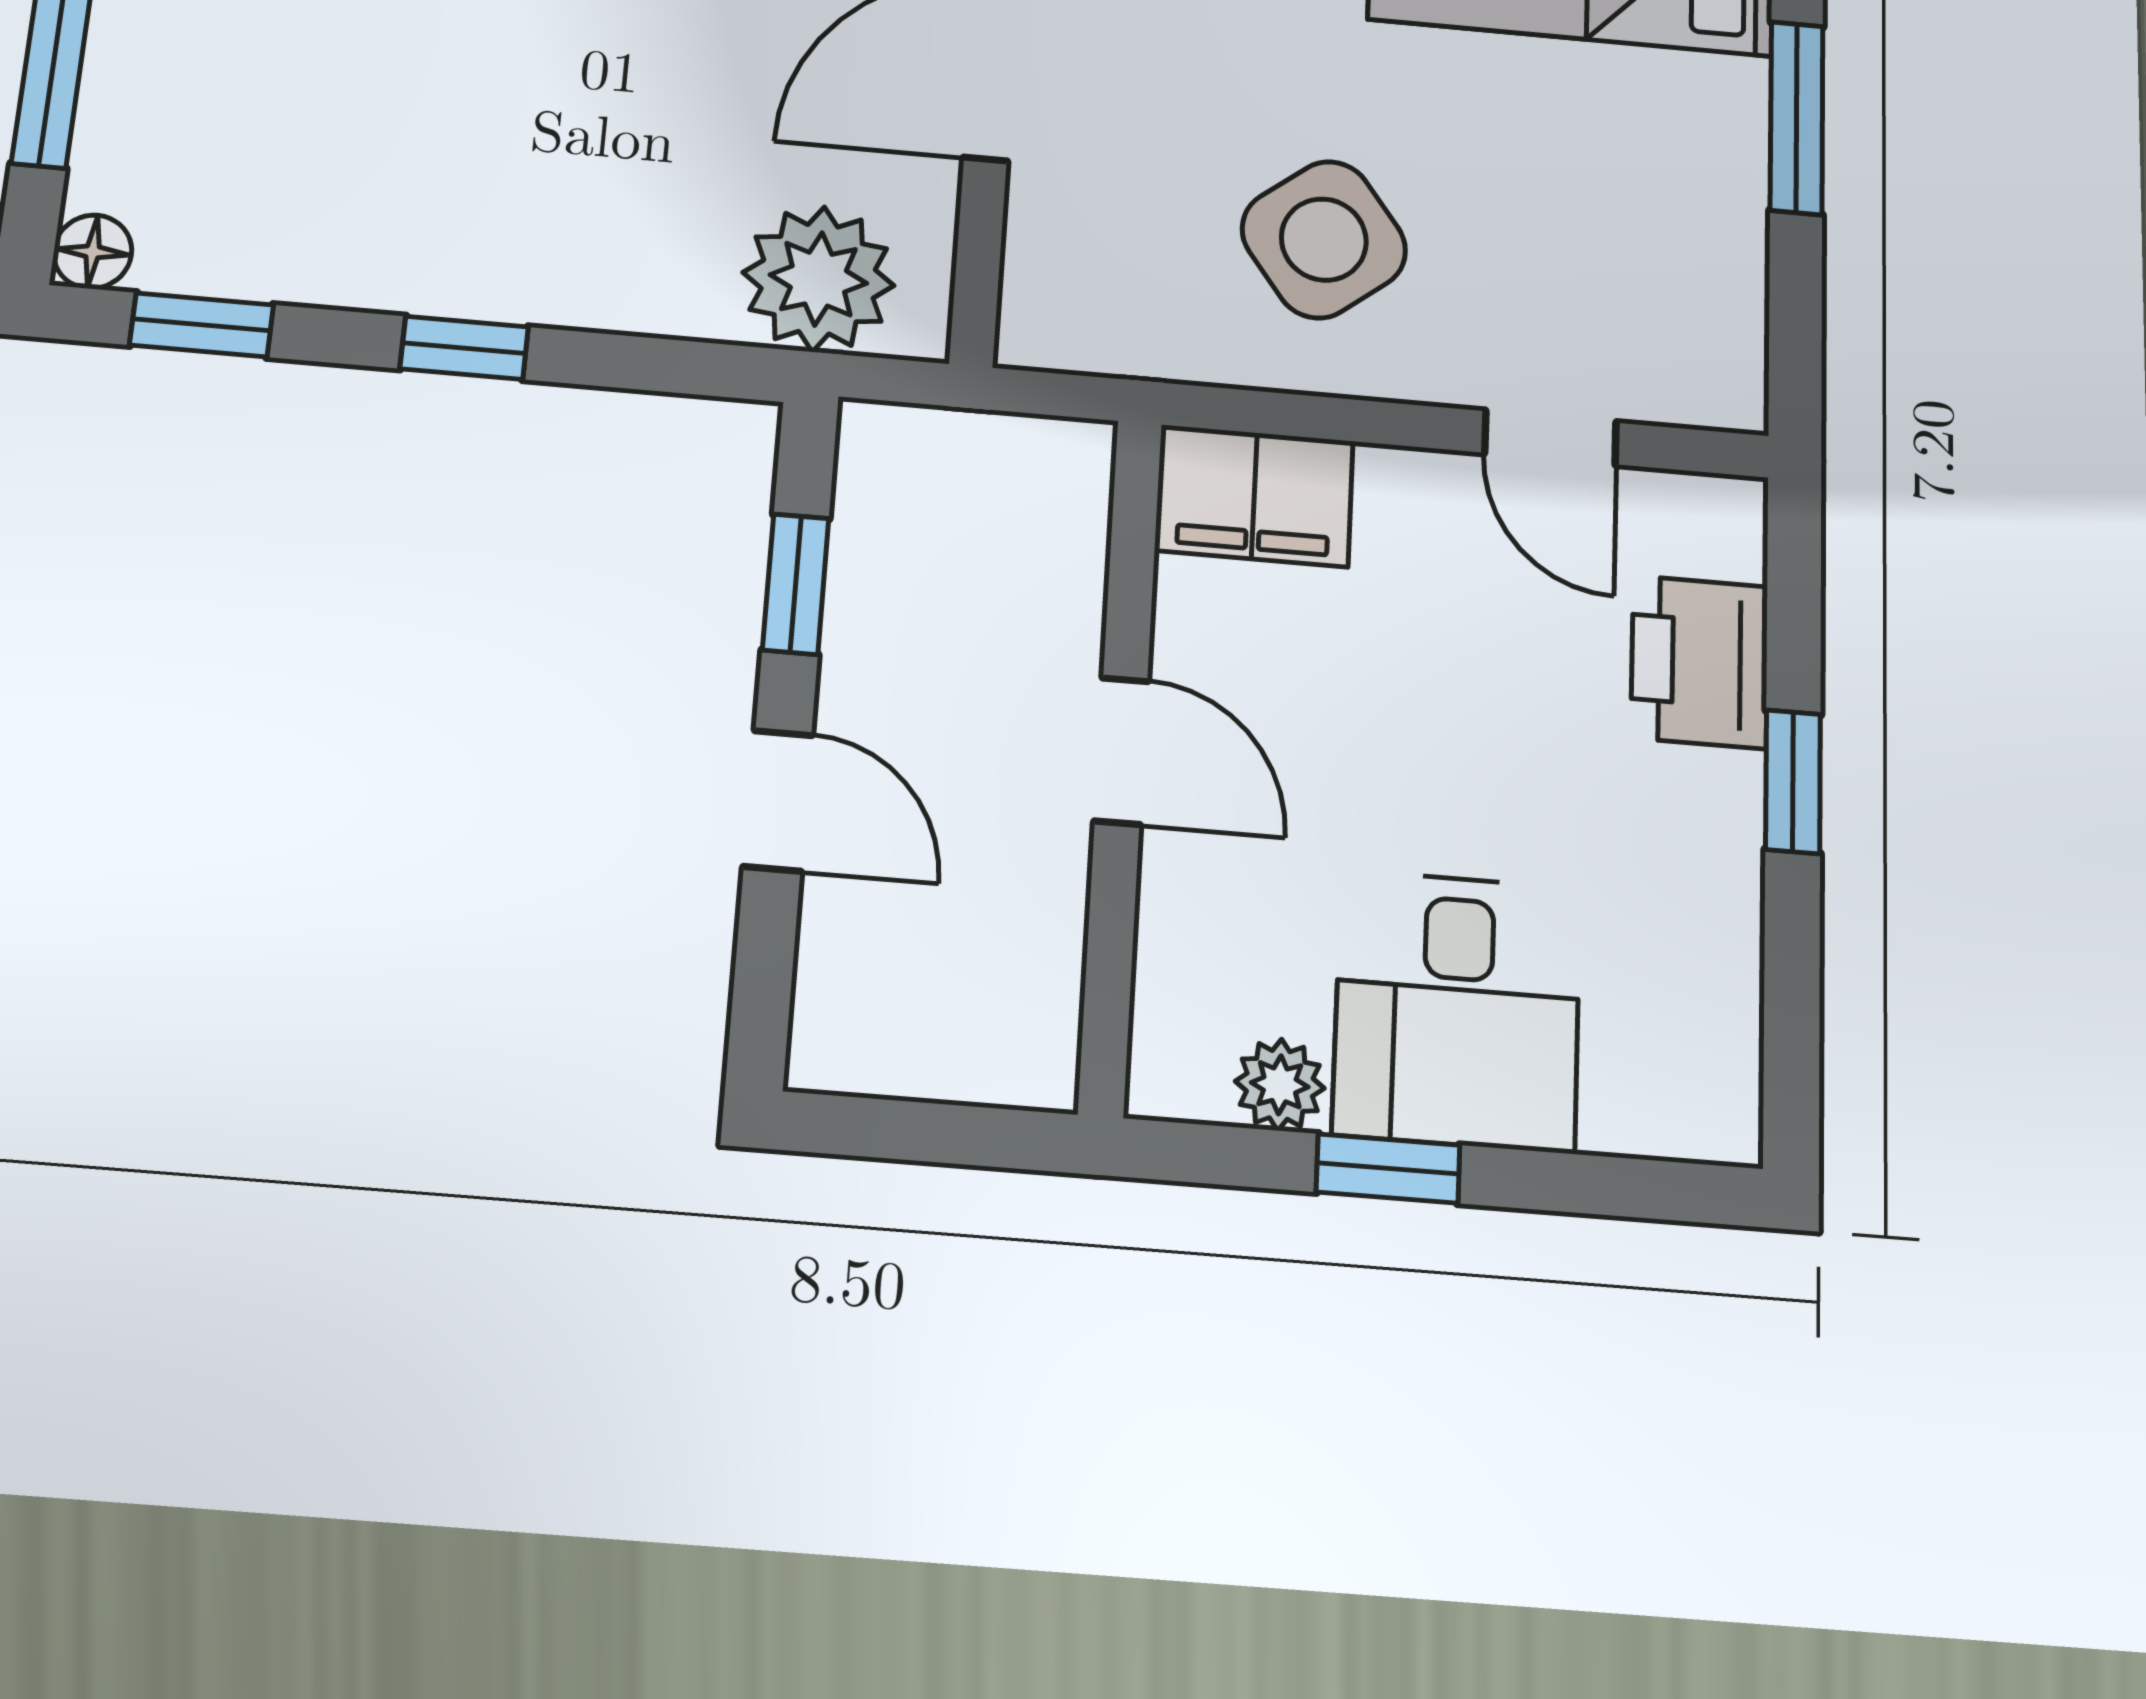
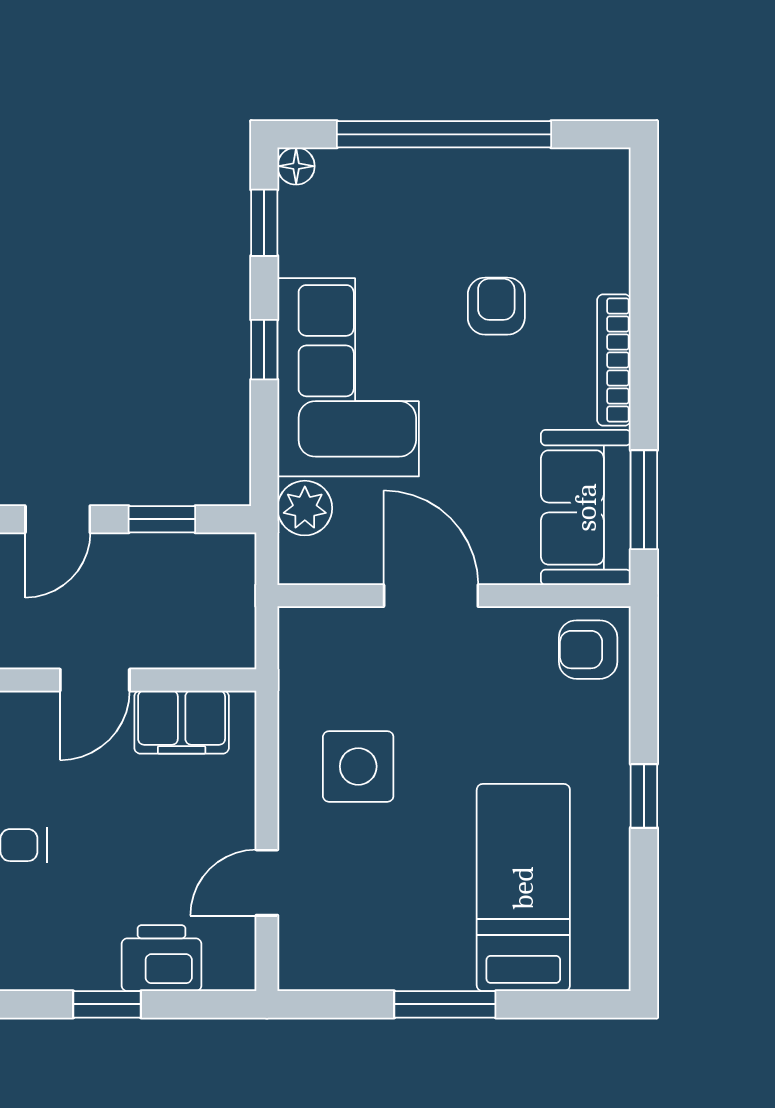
corner sofa: (539, 189) -> (348, 377), added
side table: (1324, 240) -> (358, 766), turned 37
plant: (818, 279) -> (305, 508), width x0.73, depth x0.73
filing cabinet: (1254, 496) -> (182, 722), moved, turned -90

